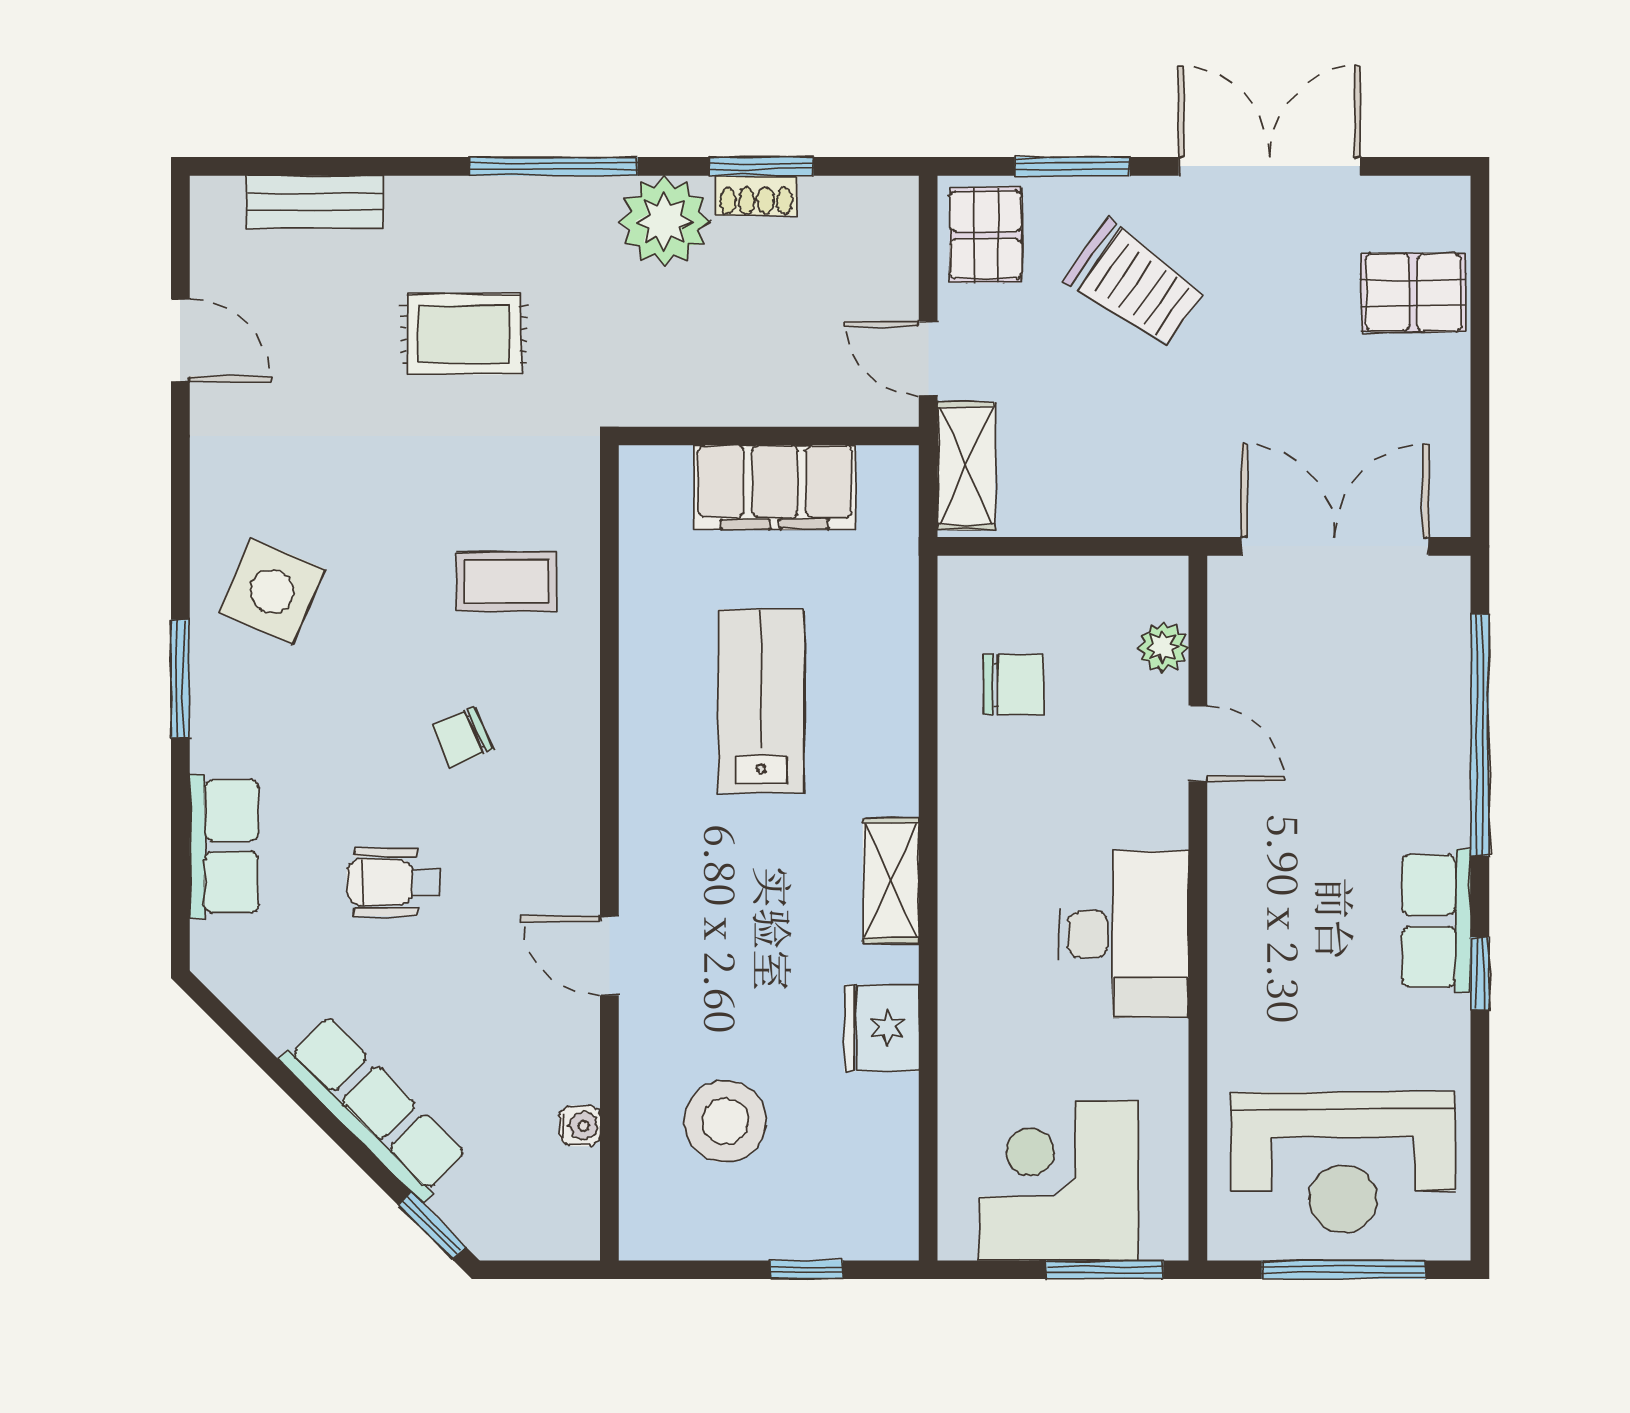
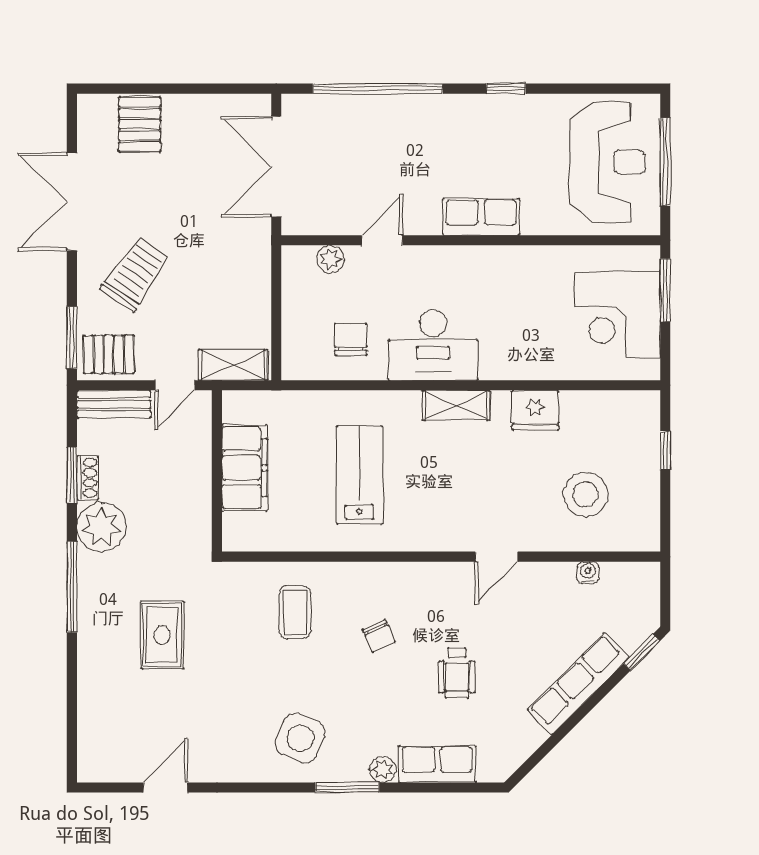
window: (1072, 166) -> (72, 337), moved
bench: (315, 202) -> (114, 404), moved, turned 90
lab bench: (761, 701) -> (359, 475), turned 90
plant: (214, 745) -> (383, 769), added
row of seats: (1436, 921) -> (481, 217), moved, turned 180
desk: (1123, 934) -> (433, 345), moved, turned 180

